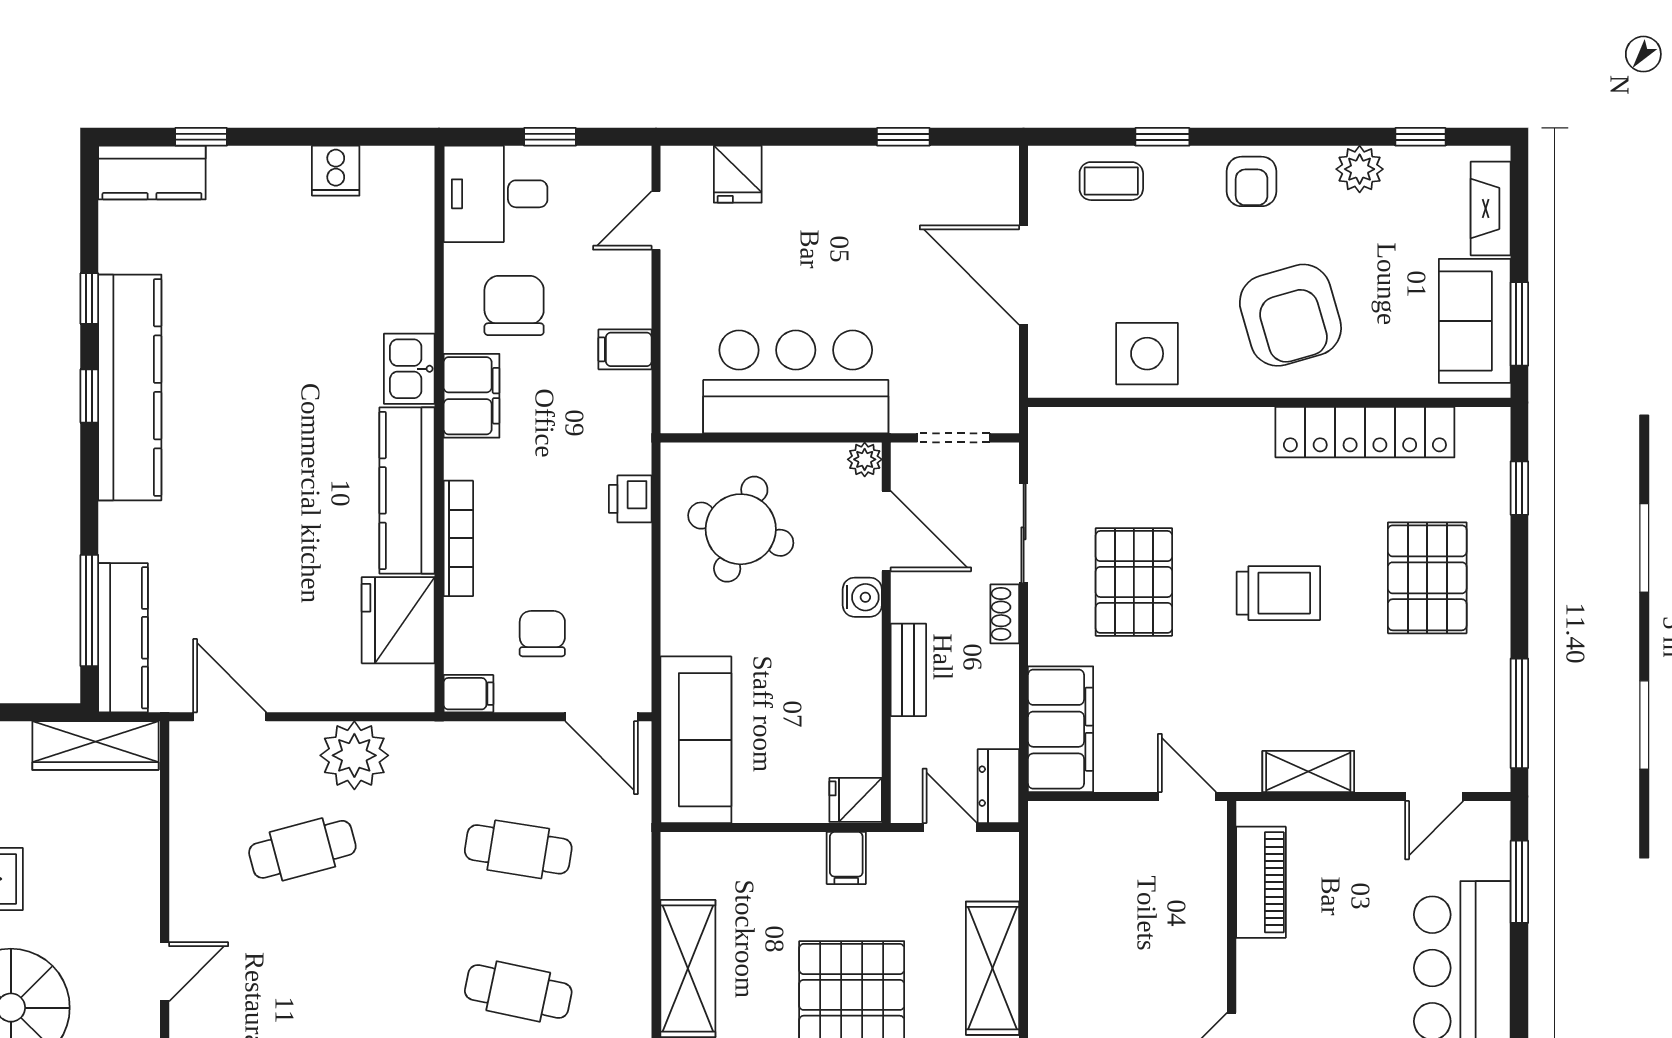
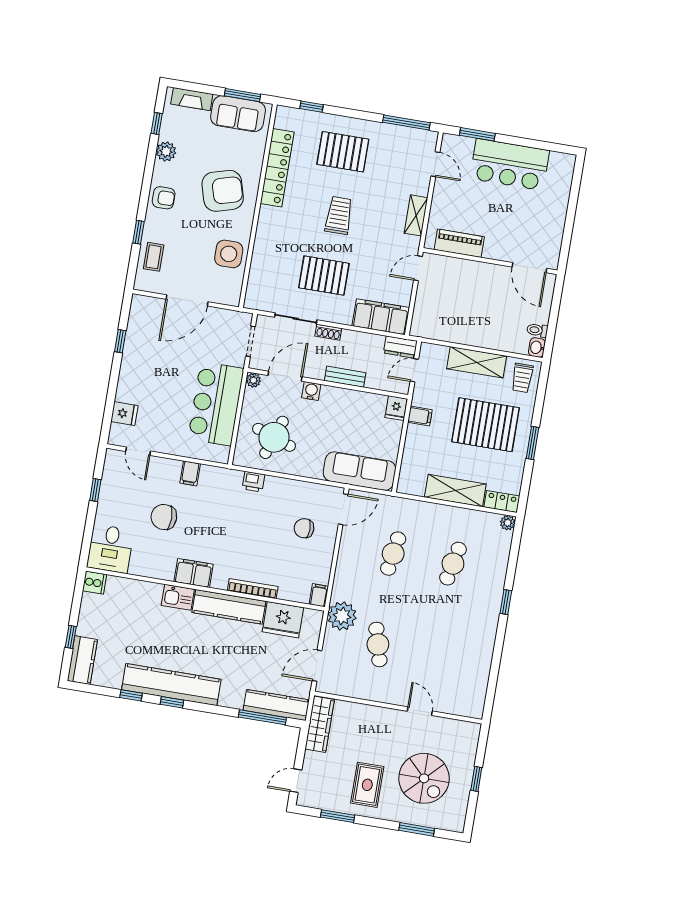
desk: (495, 194) -> (110, 549), moved
kitchen sink: (409, 369) -> (178, 597), moved
filing cabinet: (471, 396) -> (194, 573), moved
wall: (439, 429) -> (205, 589), moved
kitchen counter: (407, 490) -> (229, 607), moved
bookcase: (458, 538) -> (253, 589), moved
fridge: (398, 620) -> (283, 620), moved
filing cabinet: (468, 694) -> (319, 595), moved

